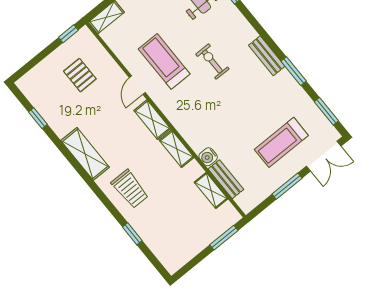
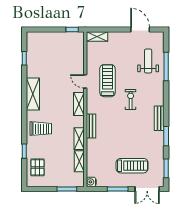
pallet: (80, 75) -> (37, 167), moved
door: (137, 85) -> (85, 81), hinge flipped
treadmill: (281, 142) -> (132, 166), turned 180
shelving: (177, 149) -> (79, 139), moved
water cooler: (208, 157) -> (91, 182), moved
bench: (226, 179) -> (91, 126), moved
trolley: (130, 189) -> (41, 129), turned -90

